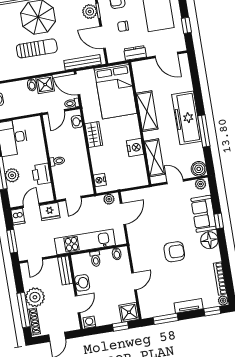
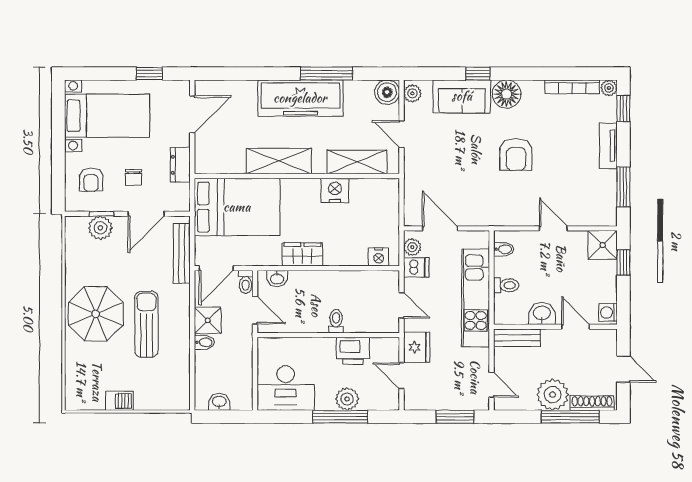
door: (175, 182) -> (402, 134), hinge flipped
dishwasher: (18, 217) -> (416, 267), moved
armchair: (174, 252) -> (516, 155), turned 180

